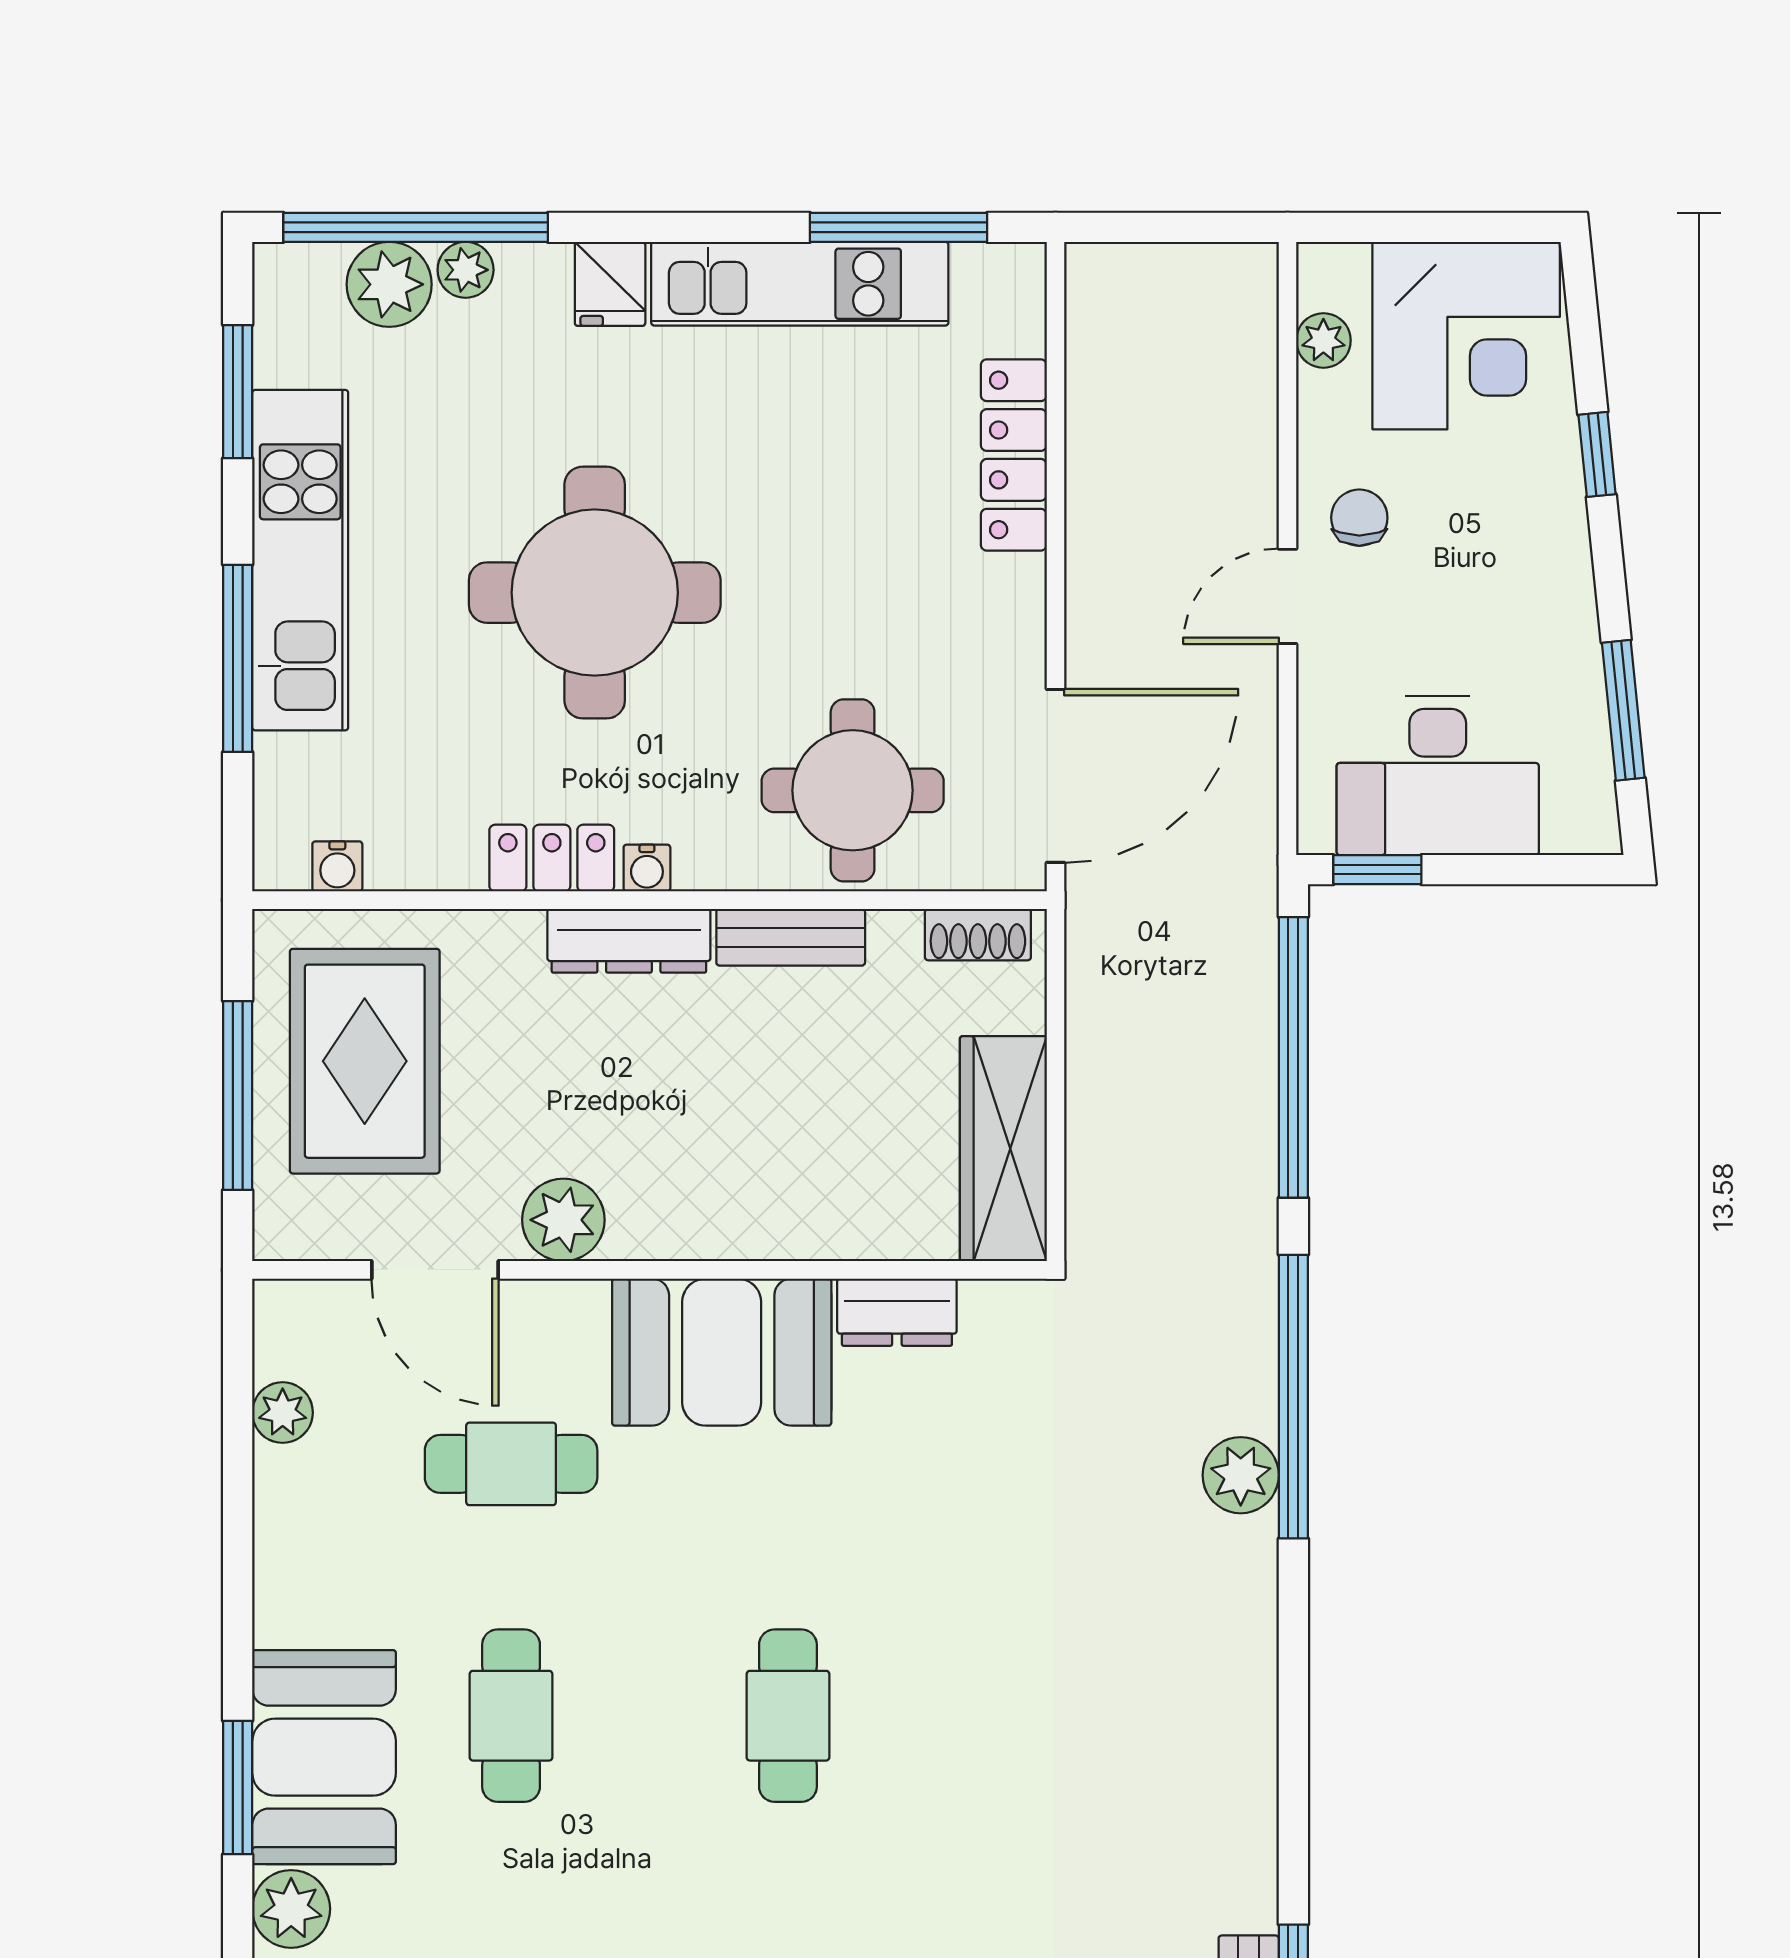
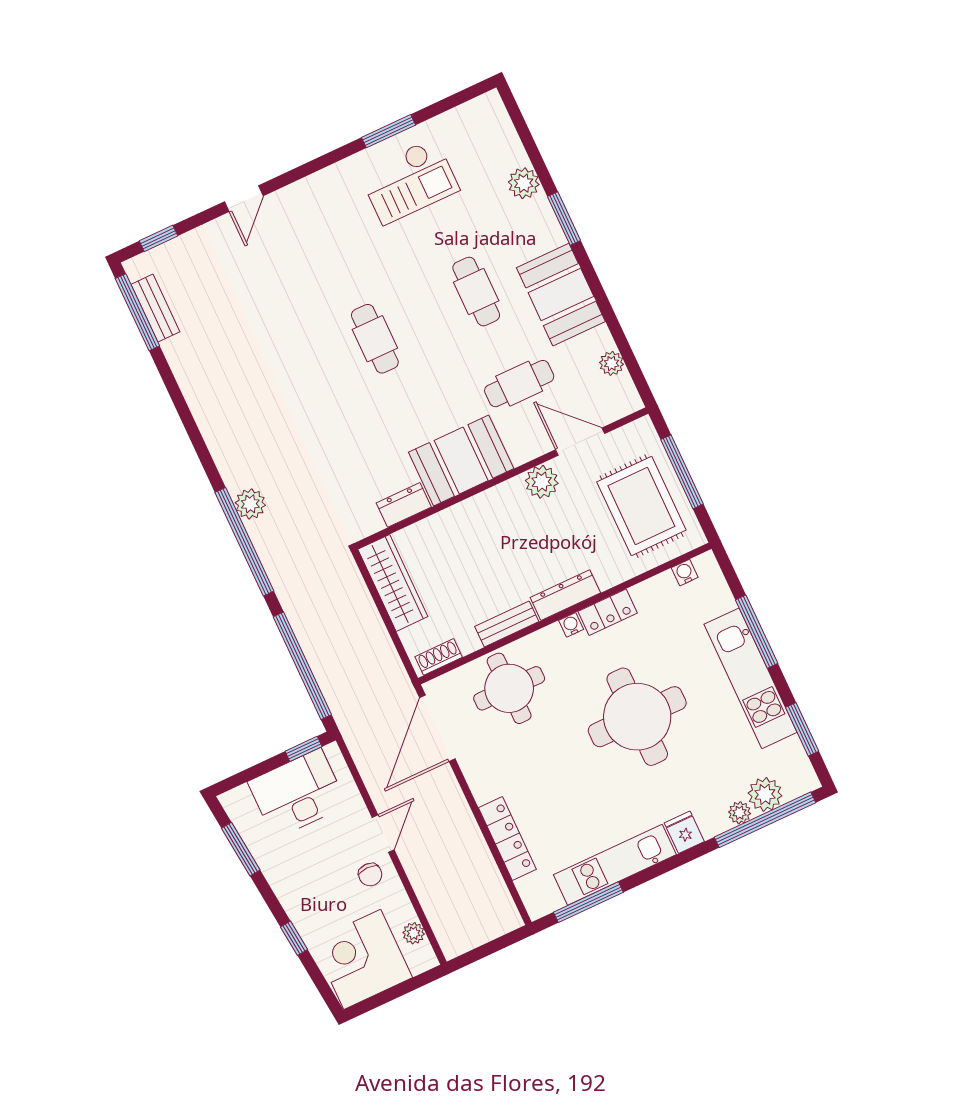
booth: (324, 1757) -> (561, 295), moved

